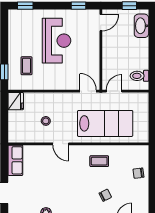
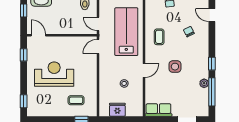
fridge: (16, 101) -> (117, 110), moved
side table: (65, 179) -> (175, 67), added

